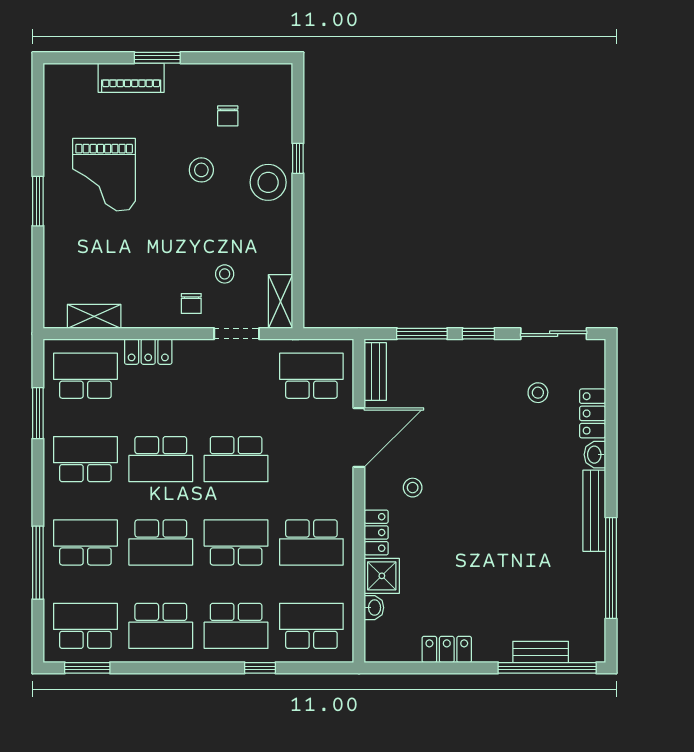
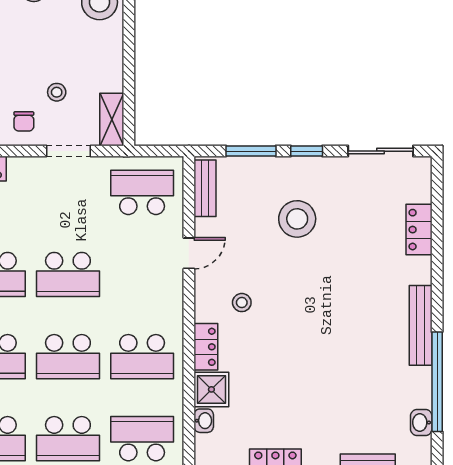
stool: (538, 393) -> (297, 219), moved, width x1.89, depth x1.89
door: (359, 438) -> (189, 253), width x0.53
washbasin: (595, 455) -> (421, 422), moved
school desk: (236, 542) -> (68, 357), turned 180

